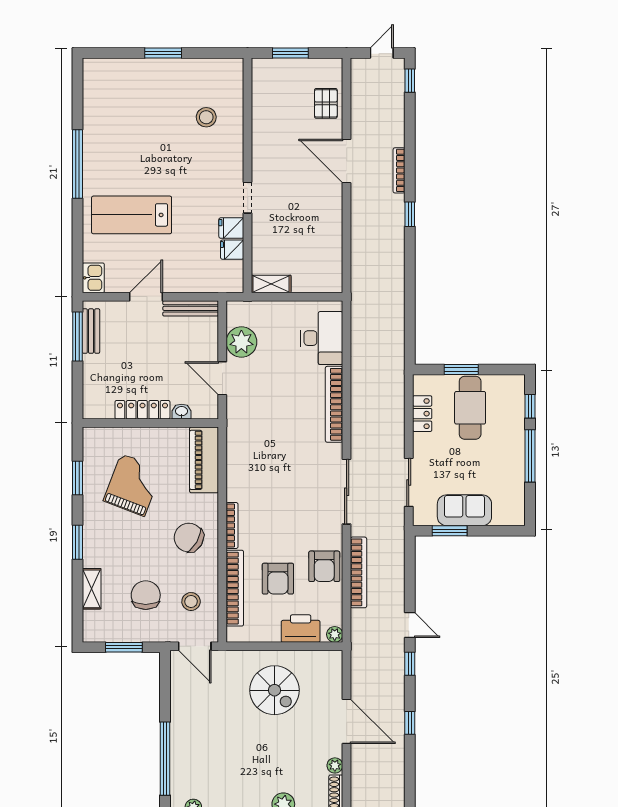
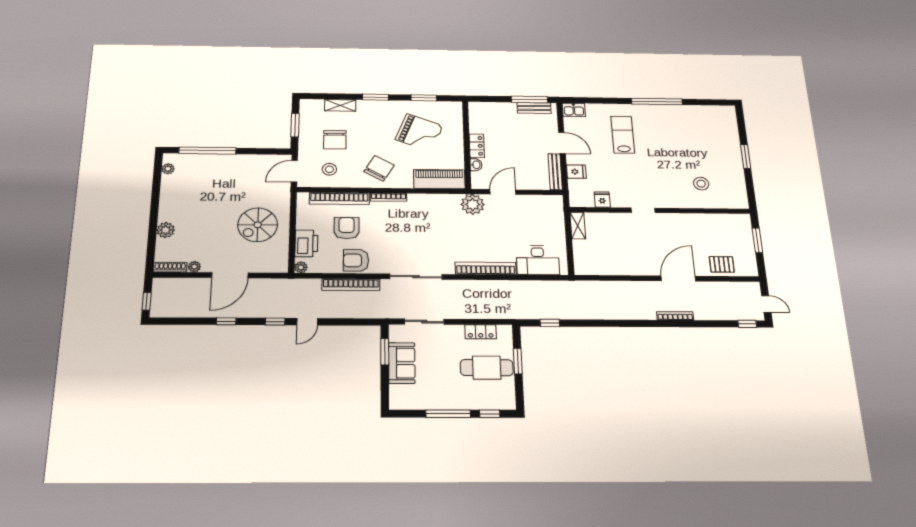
window: (410, 214) -> (550, 323), moved
lab bench: (132, 215) -> (623, 135), width x0.73, depth x0.72
fridge: (231, 228) -> (576, 172), moved, turned 90
plant: (241, 342) -> (473, 204), moved
locker: (142, 410) -> (477, 146), width x0.66
armchair: (278, 579) -> (346, 228), turned 90
chair: (146, 595) -> (335, 140), turned 90

